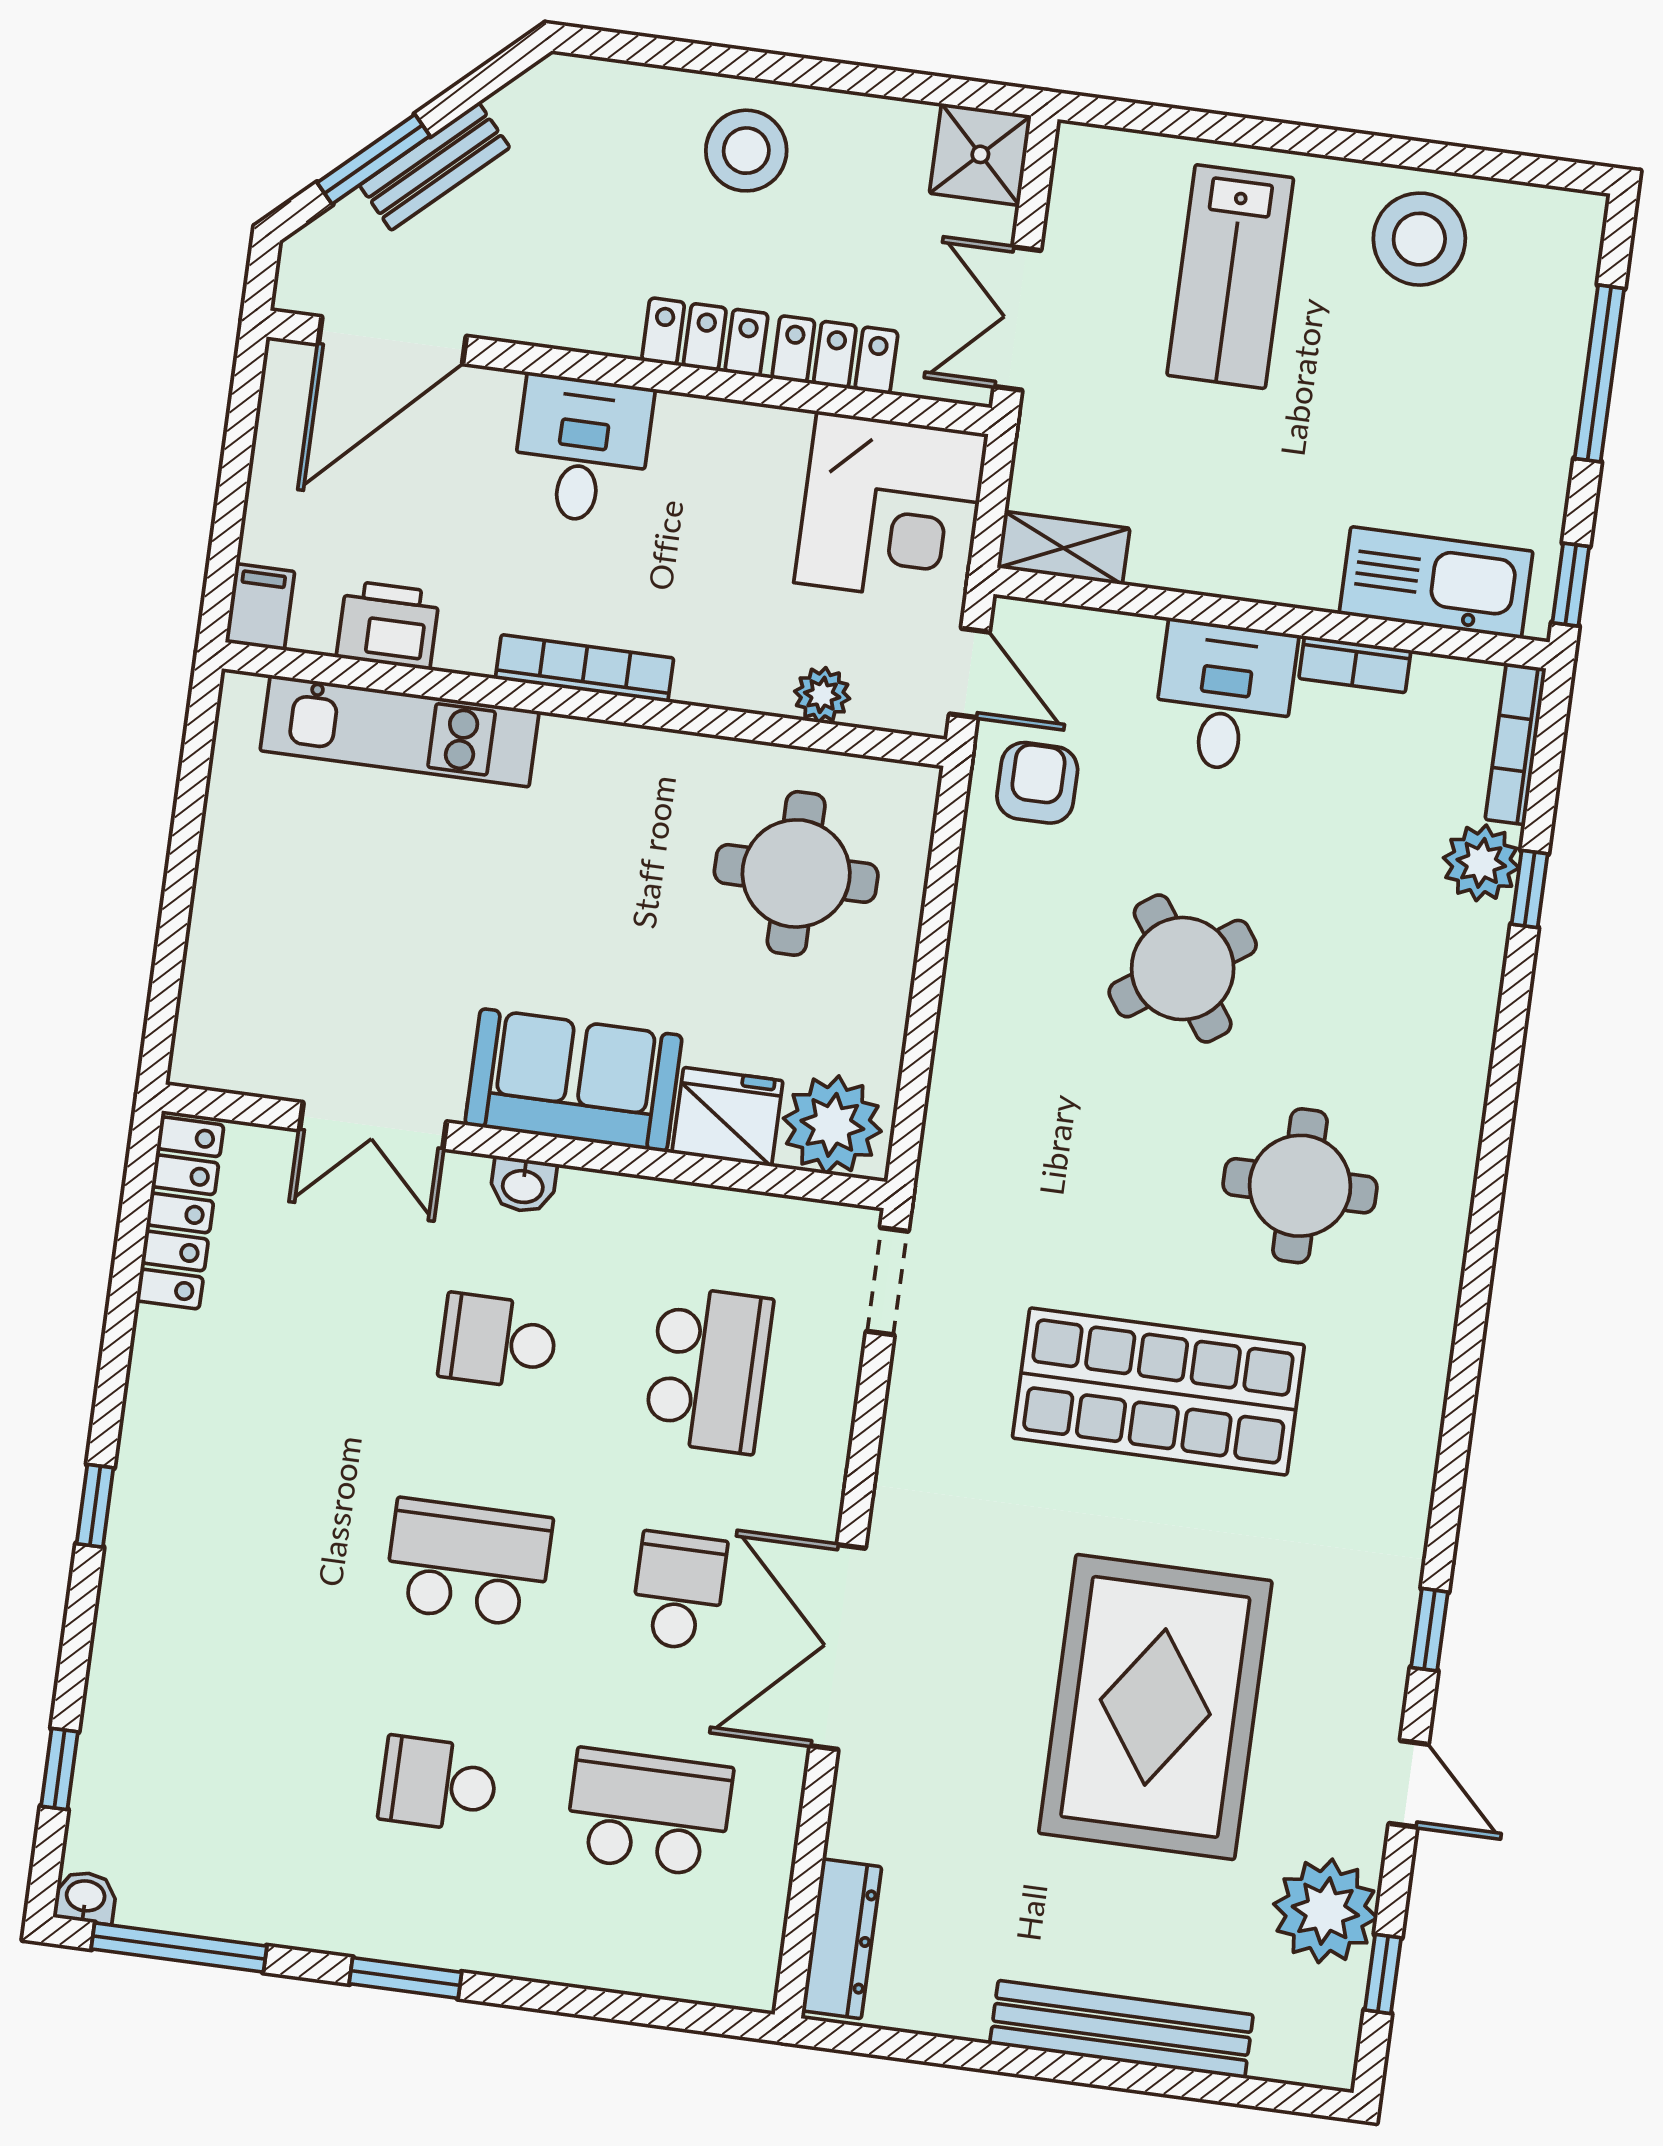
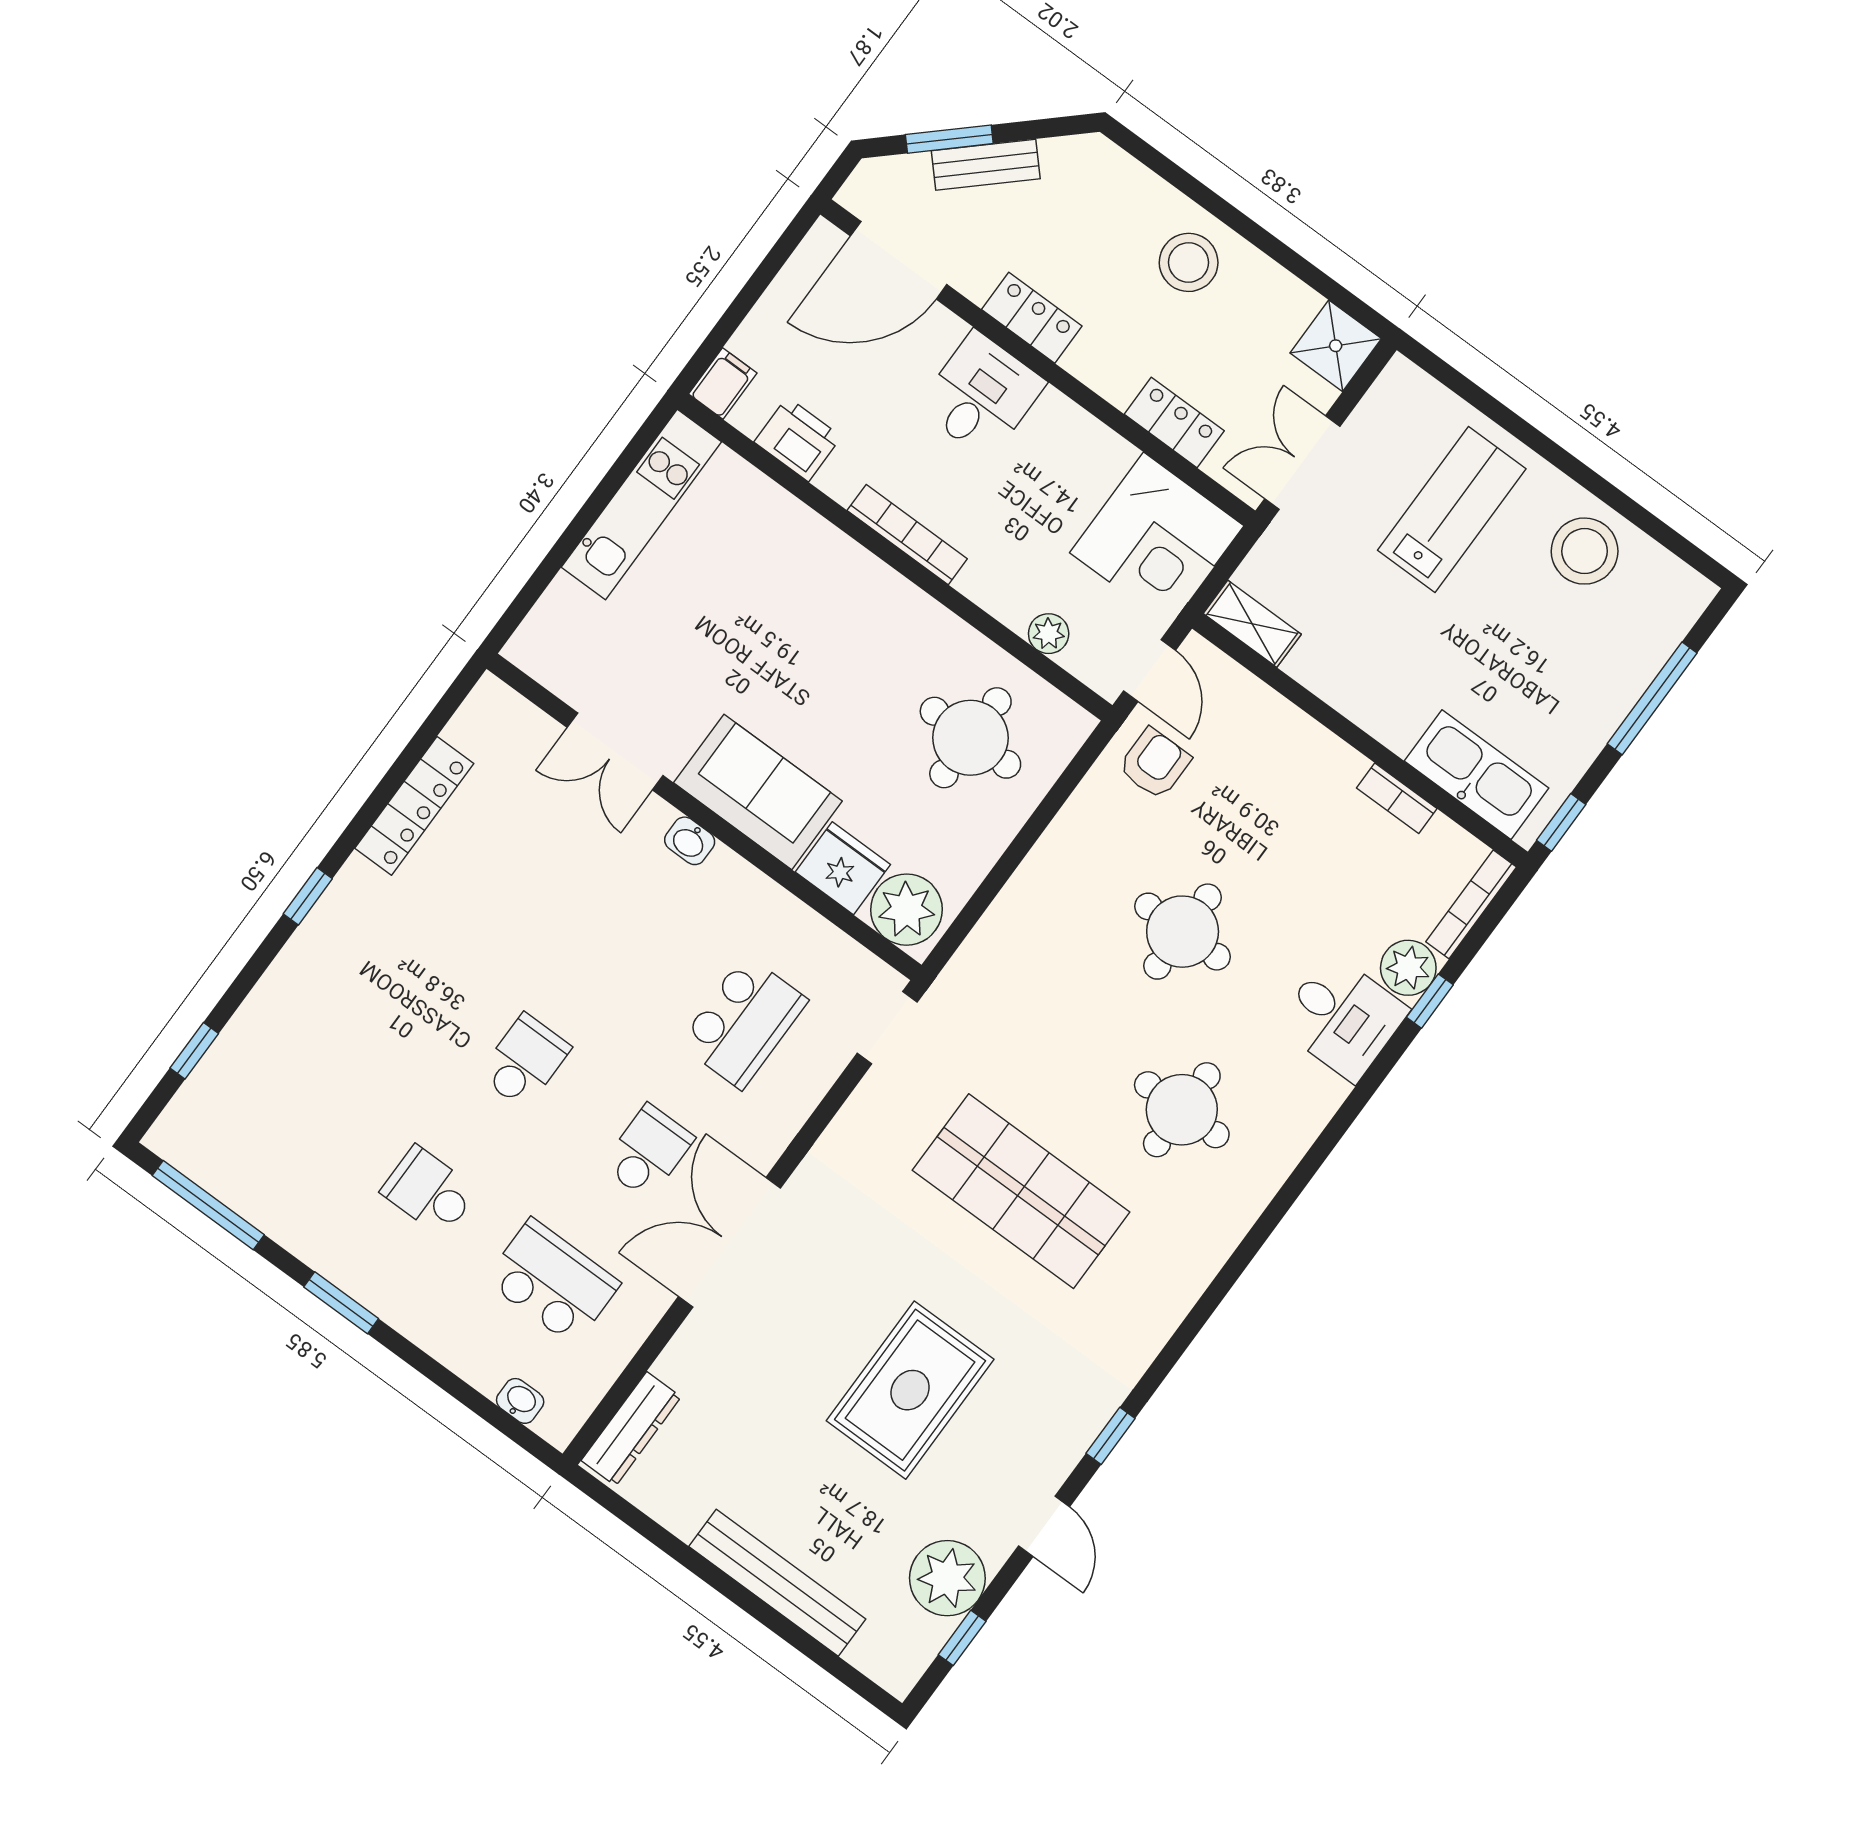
lab bench: (1230, 277) -> (1452, 509), turned 180
locker: (705, 337) -> (1032, 318), moved
desk: (1224, 697) -> (1342, 1017), moved, turned 90
kitchen unit: (400, 731) -> (641, 505), moved, turned -90
round table: (1183, 969) -> (1183, 932), turned 35
locker: (180, 1213) -> (414, 806), moved
school desk: (498, 1341) -> (620, 931), removed
school desk: (468, 1563) -> (525, 1061), width x0.54
rug: (1155, 1707) -> (910, 1390), width x0.73, depth x0.69
washbasin: (85, 1897) -> (520, 1401), moved

